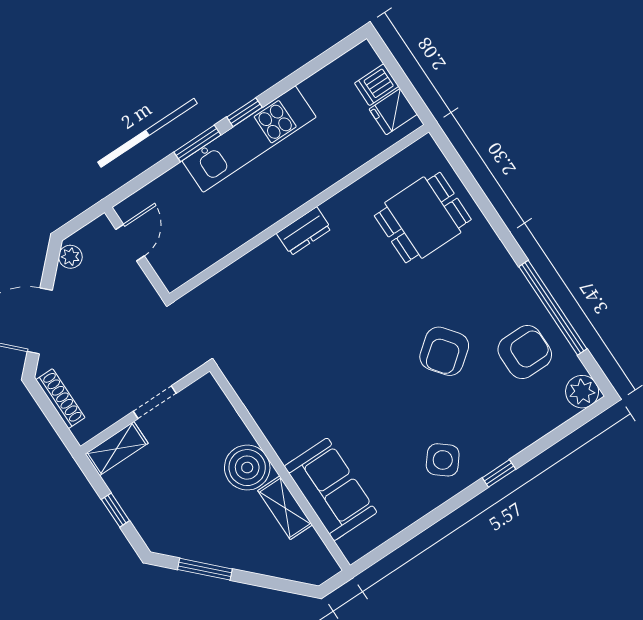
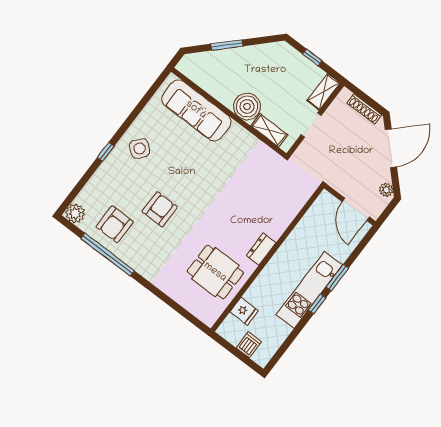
fridge: (393, 112) -> (244, 311), moved, turned 90
dining table: (423, 218) -> (215, 272), moved, turned 90
door: (130, 243) -> (356, 209), width x1.37
armchair: (444, 351) -> (160, 209), turned 38
sofa: (331, 489) -> (196, 110), width x1.36
shelving: (285, 508) -> (269, 130), moved
window: (205, 569) -> (227, 45), moved

